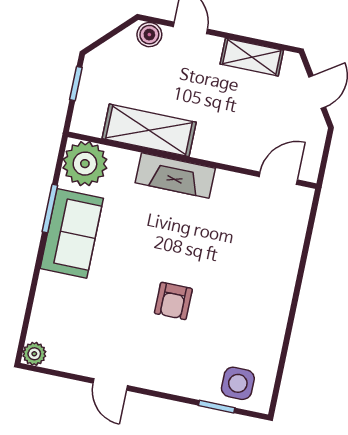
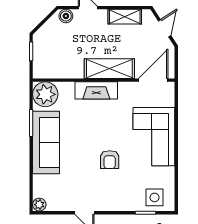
shelving: (149, 130) -> (109, 69), moved
door: (278, 178) -> (153, 80), width x1.38
sofa: (72, 233) -> (46, 142), width x1.36
corner sofa: (259, 277) -> (154, 137), added

